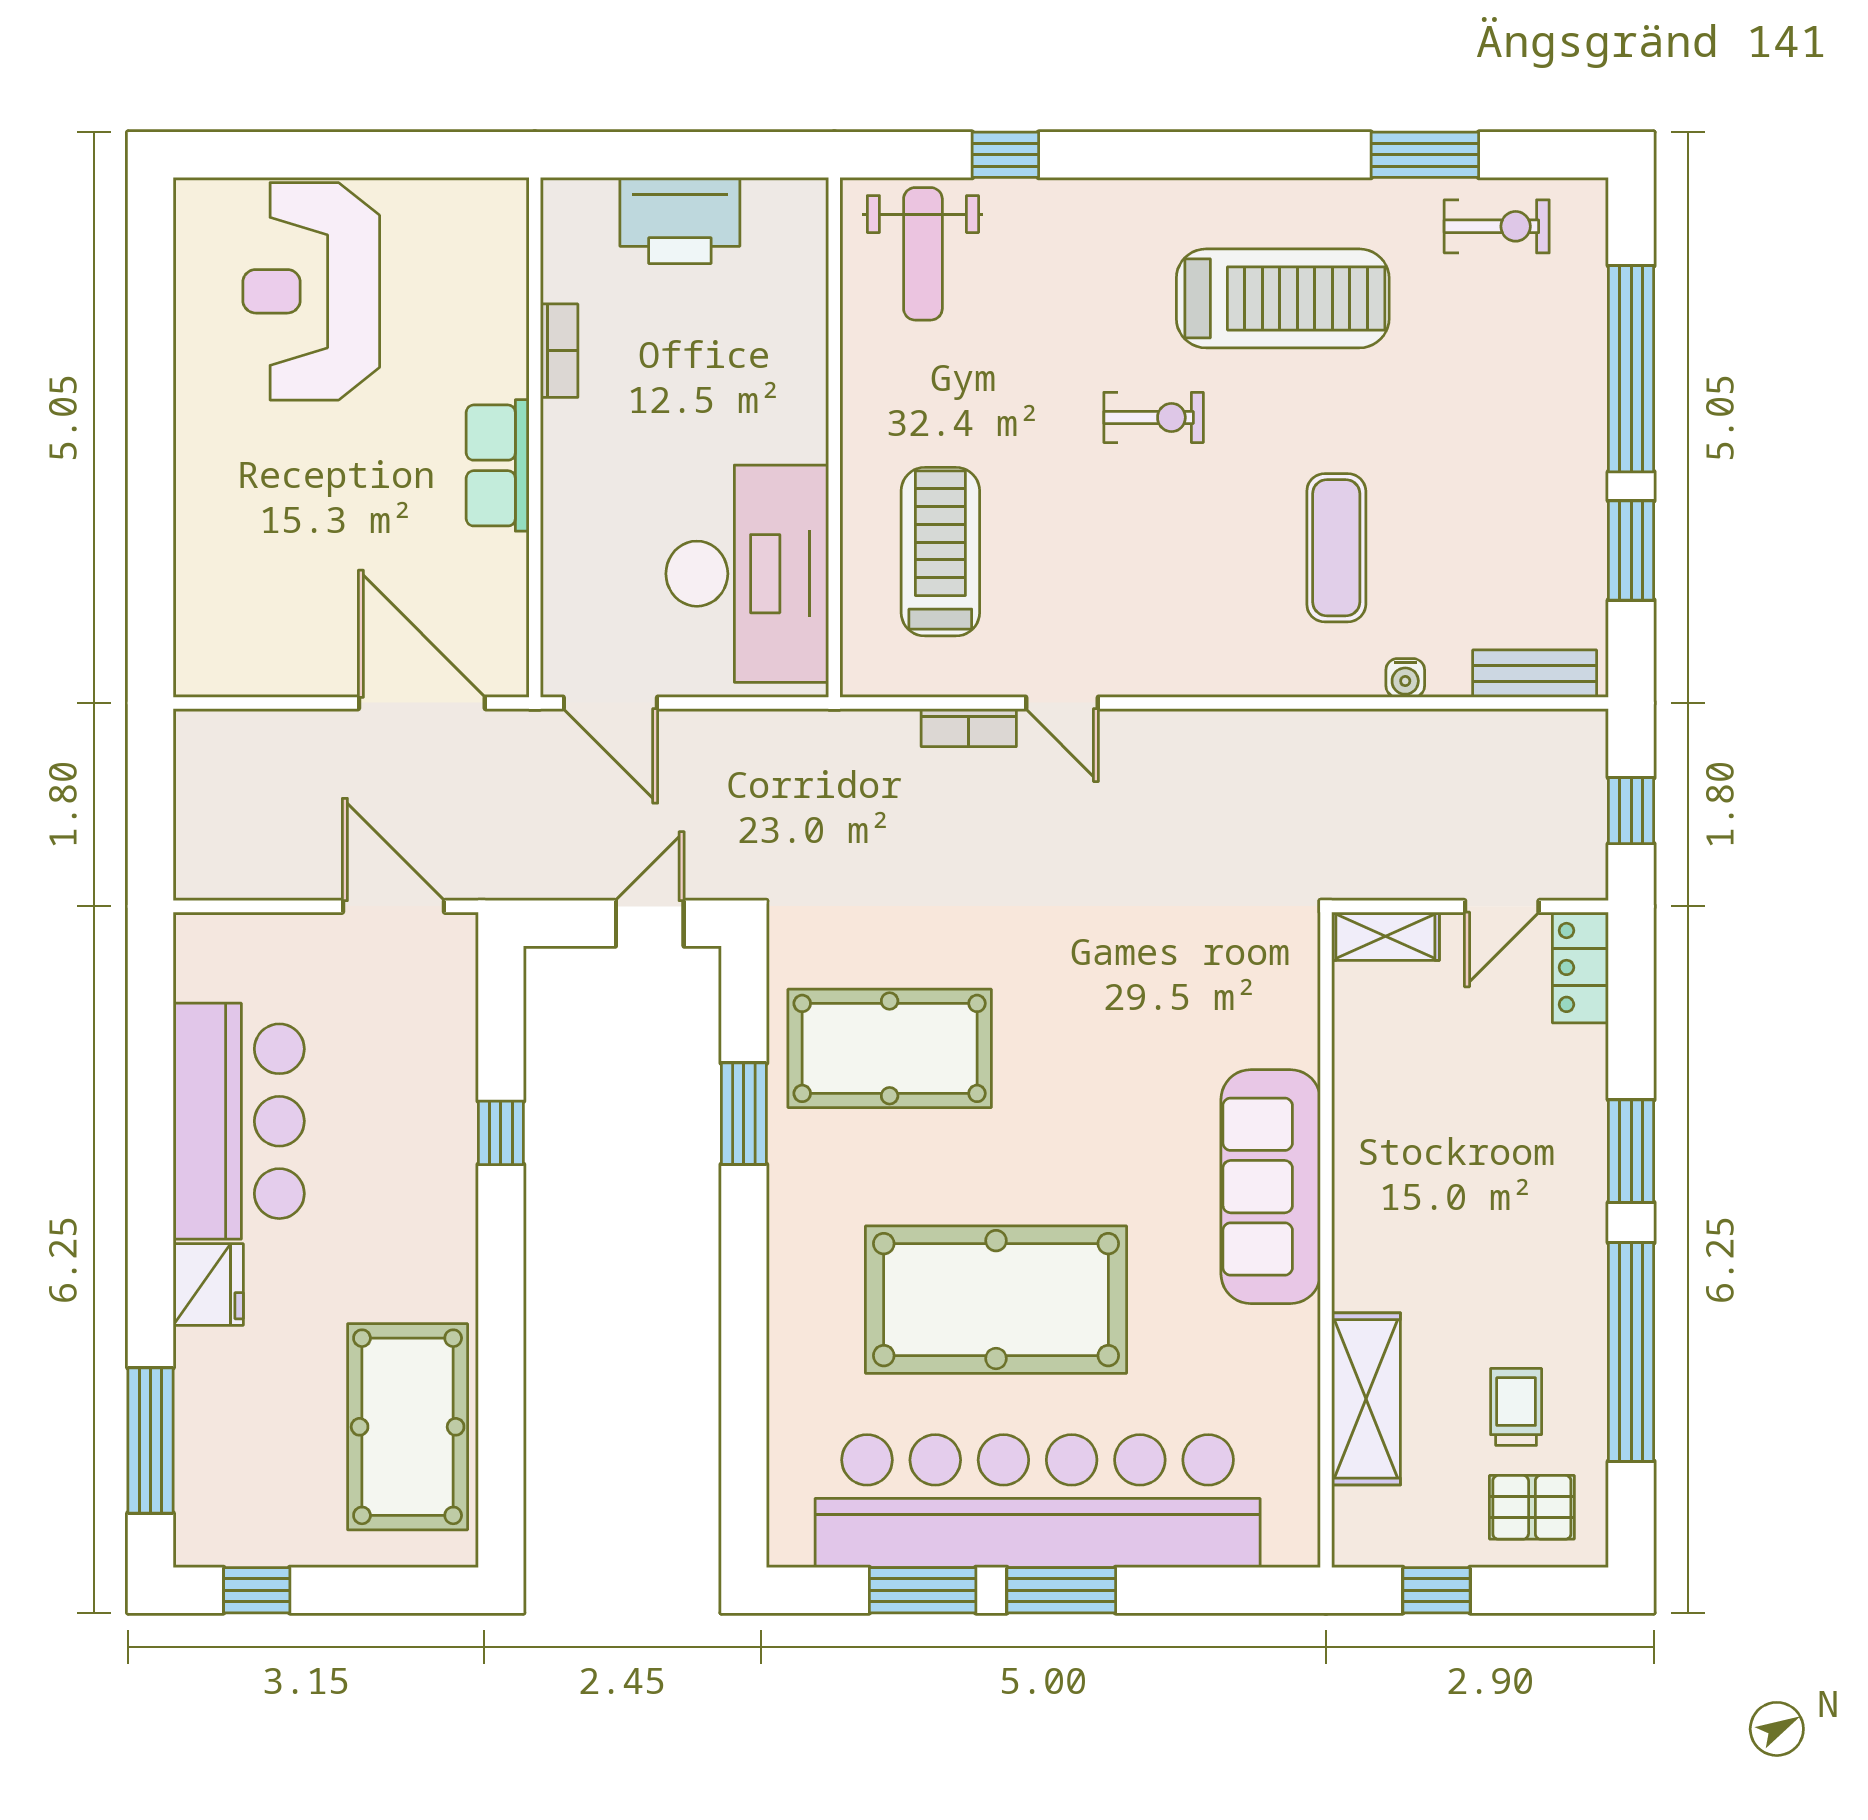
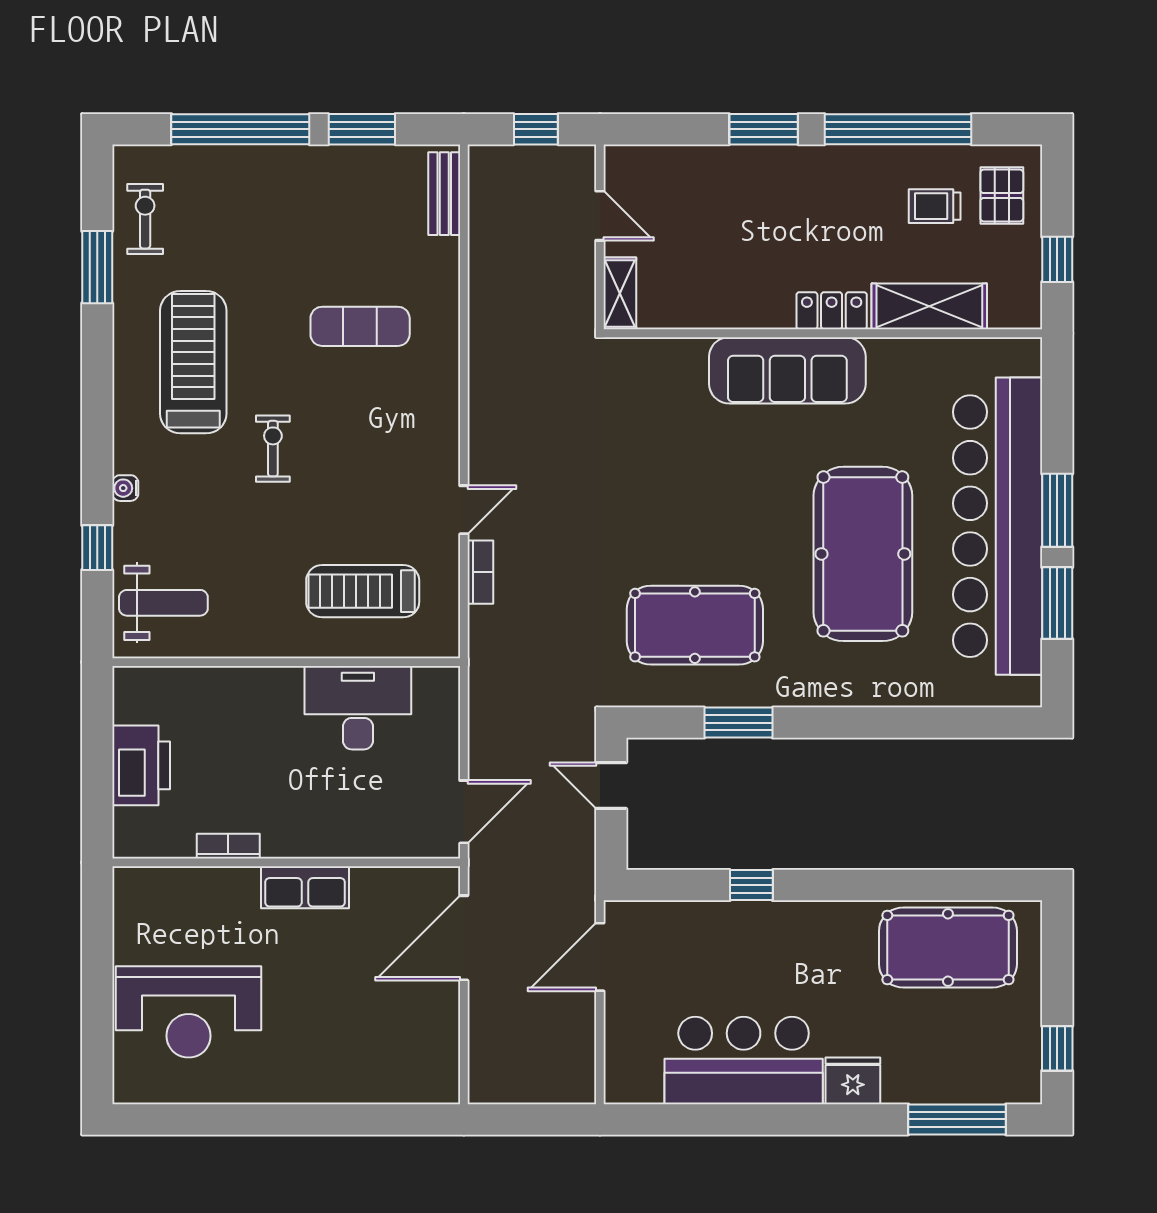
desk: (747, 574) -> (358, 708), width x0.73, depth x0.77
water cooler: (1405, 678) -> (125, 488), moved, turned 180
locker: (1580, 967) -> (832, 311), moved, turned 180
pool table: (890, 1048) -> (695, 625), turned 90

